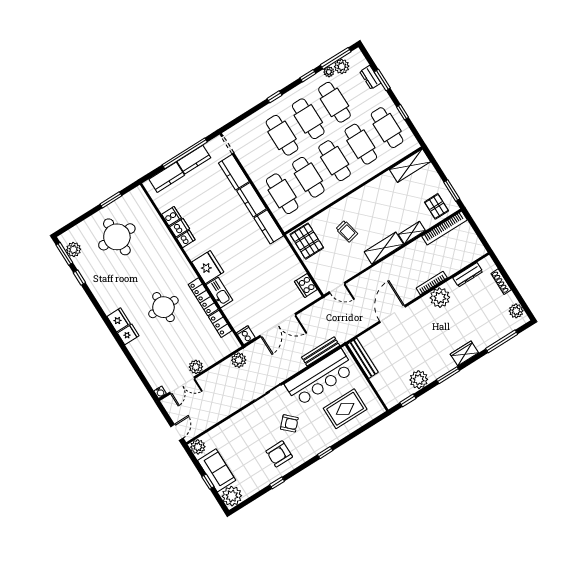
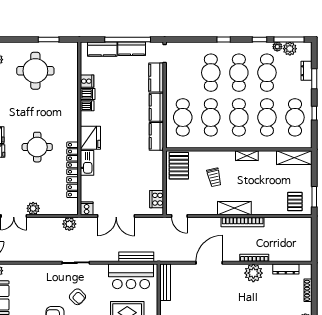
bookcase: (444, 228) -> (243, 222), moved
shelving: (412, 233) -> (247, 156), moved
bar counter: (320, 378) -> (131, 276), width x0.73

